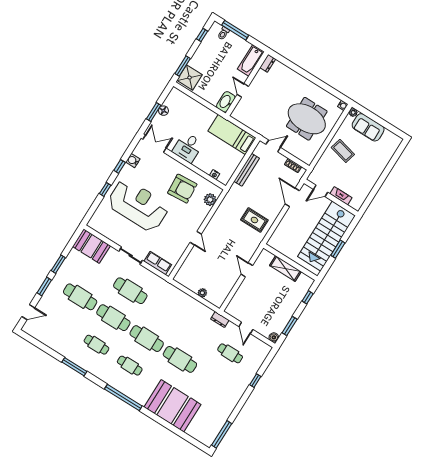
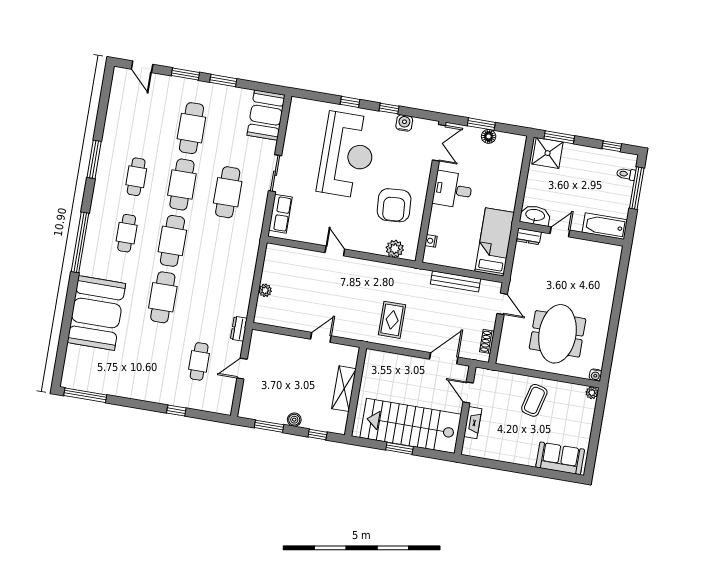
dresser: (268, 63) -> (529, 236), moved
sofa: (368, 127) -> (560, 458), moved, turned 90
door: (196, 238) -> (335, 251), swing flipped
boiler: (274, 337) -> (294, 420), moved

